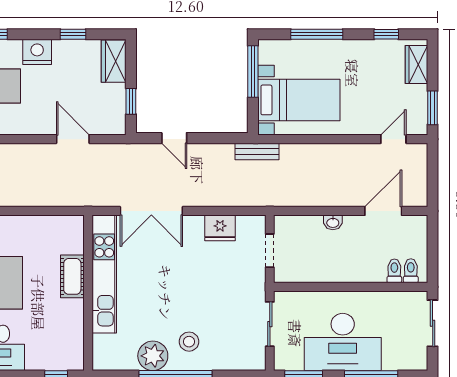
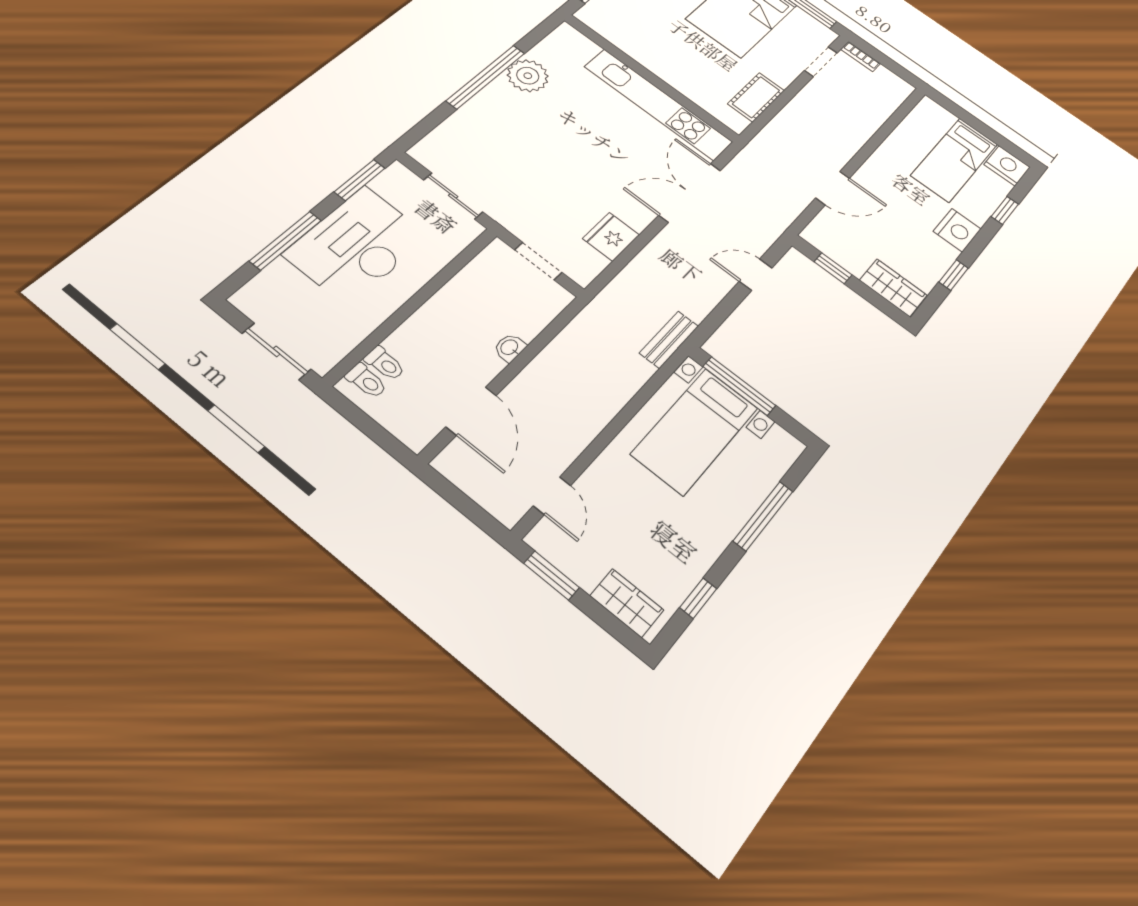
window: (253, 72) -> (739, 386), moved
cot: (72, 276) -> (756, 97), moved, turned 90
stool: (189, 342) -> (511, 115), removed

